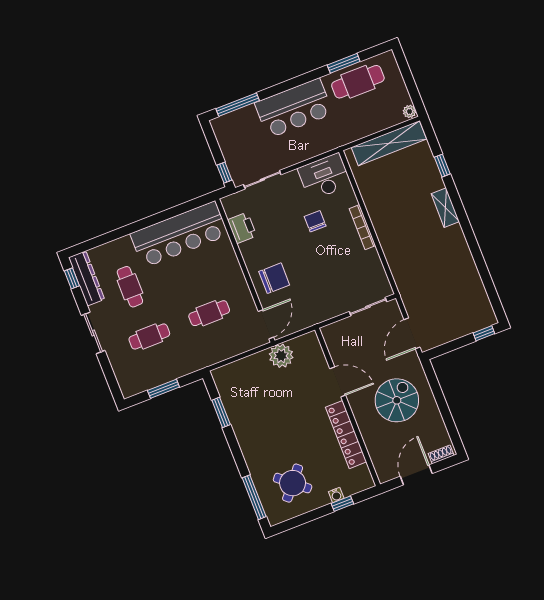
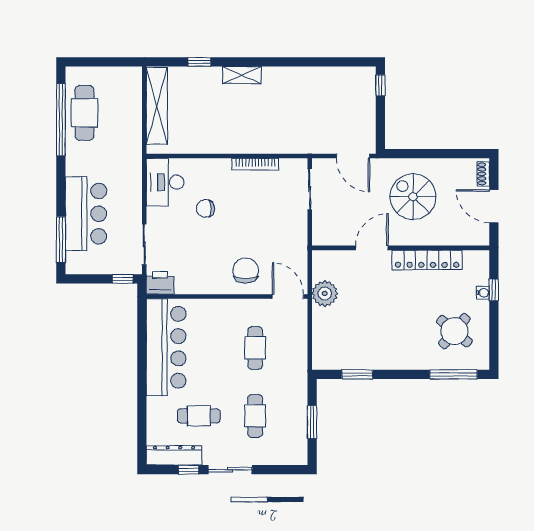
window: (344, 63) -> (61, 120), width x2.11
bar counter: (294, 108) -> (86, 214), moved
plant: (410, 111) -> (134, 73), removed
bookcase: (362, 227) -> (255, 164), moved
printer: (242, 228) -> (160, 283), moved
window: (72, 278) -> (188, 470), moved

